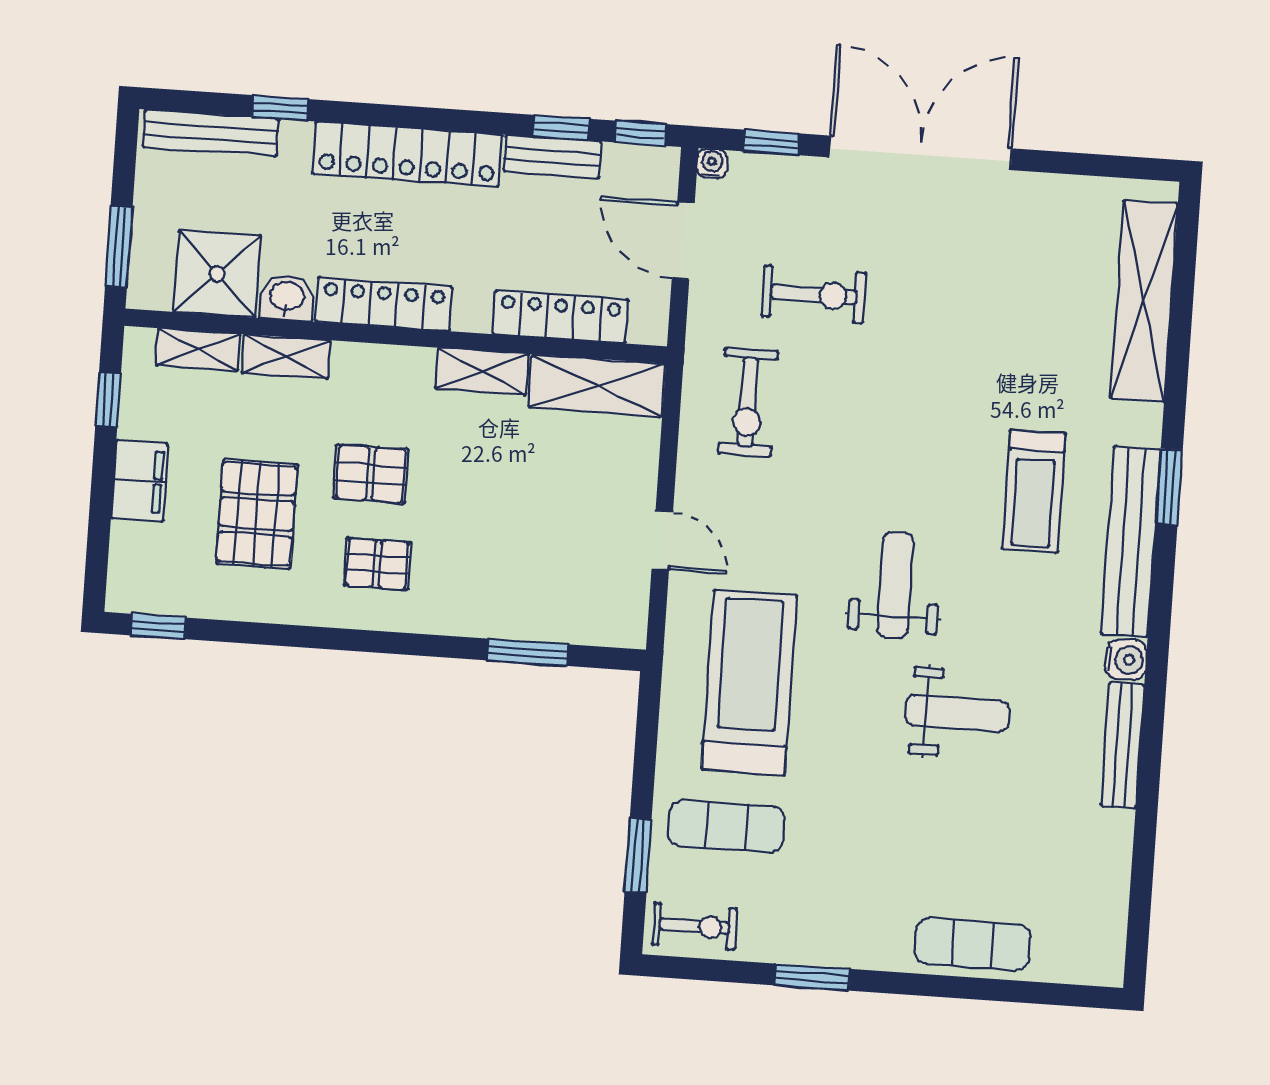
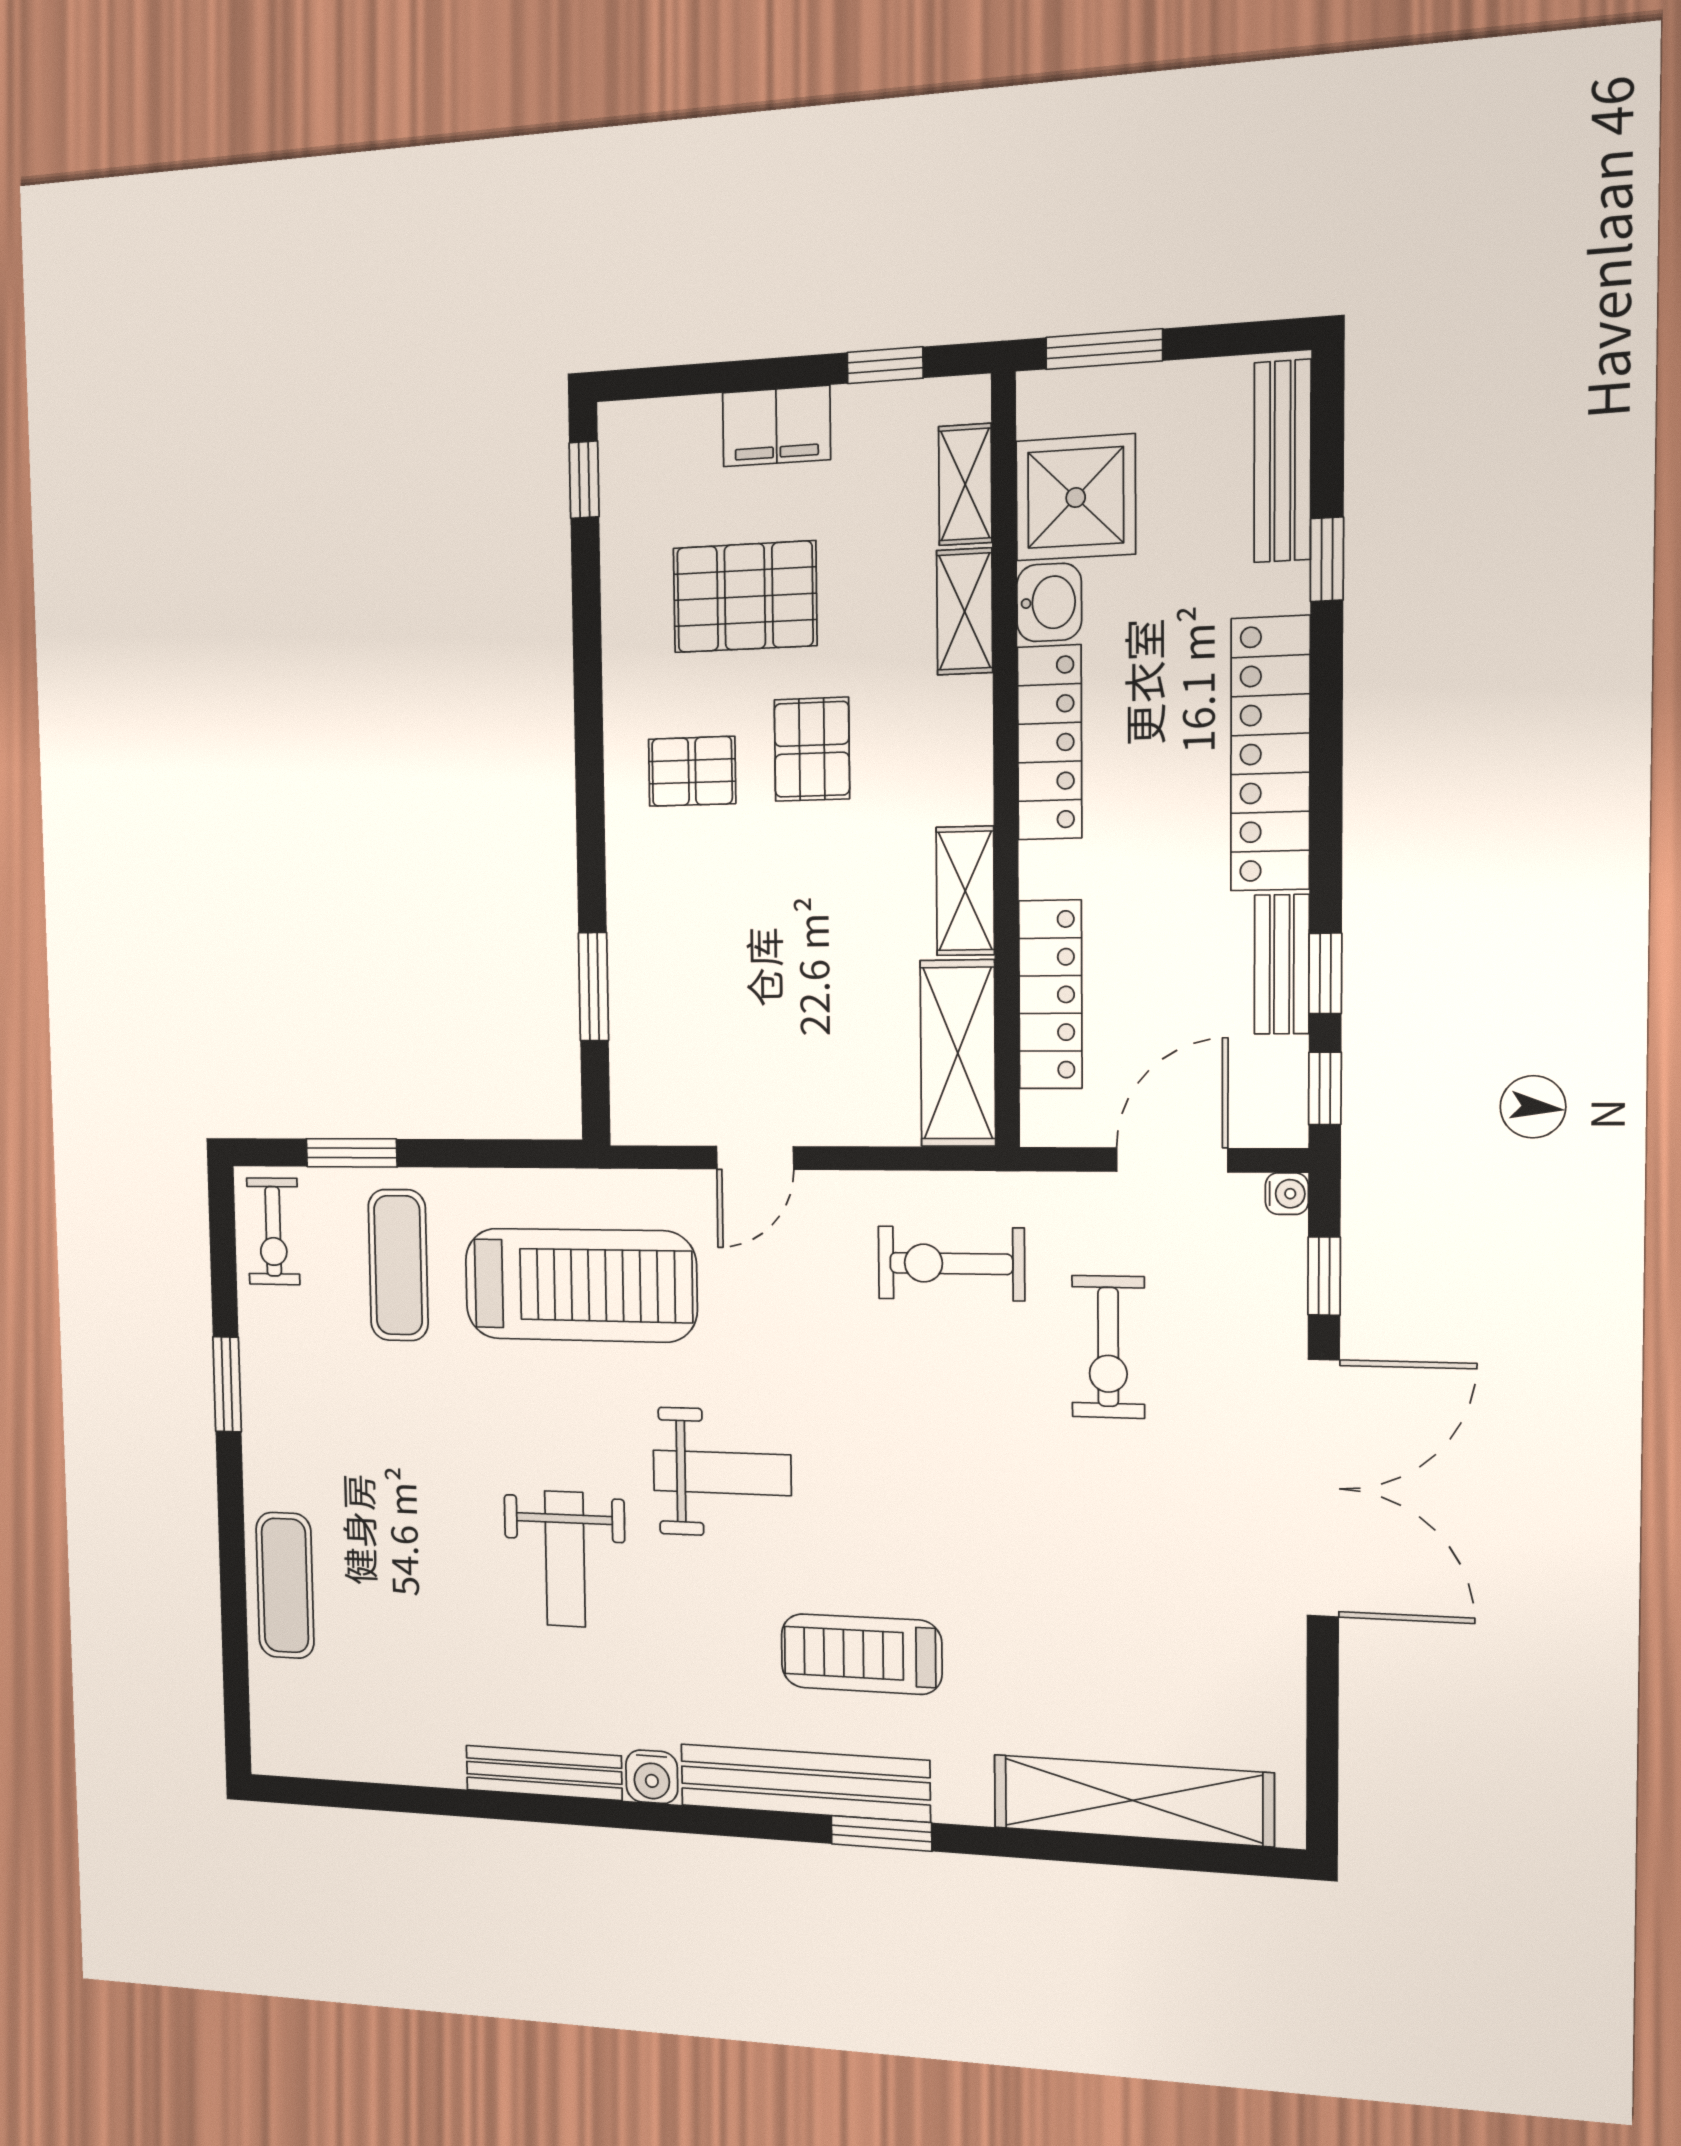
pallet: (377, 564) -> (692, 771), turned 90

